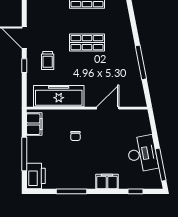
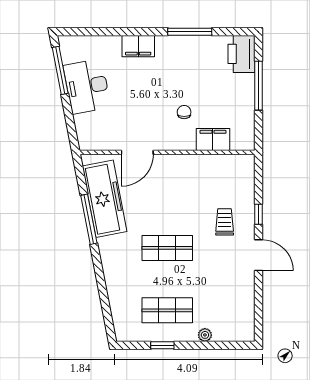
freezer: (59, 96) -> (105, 199), moved, turned -101
filing cabinet: (34, 124) -> (213, 140), moved, turned 90
window: (136, 191) -> (97, 32), removed

